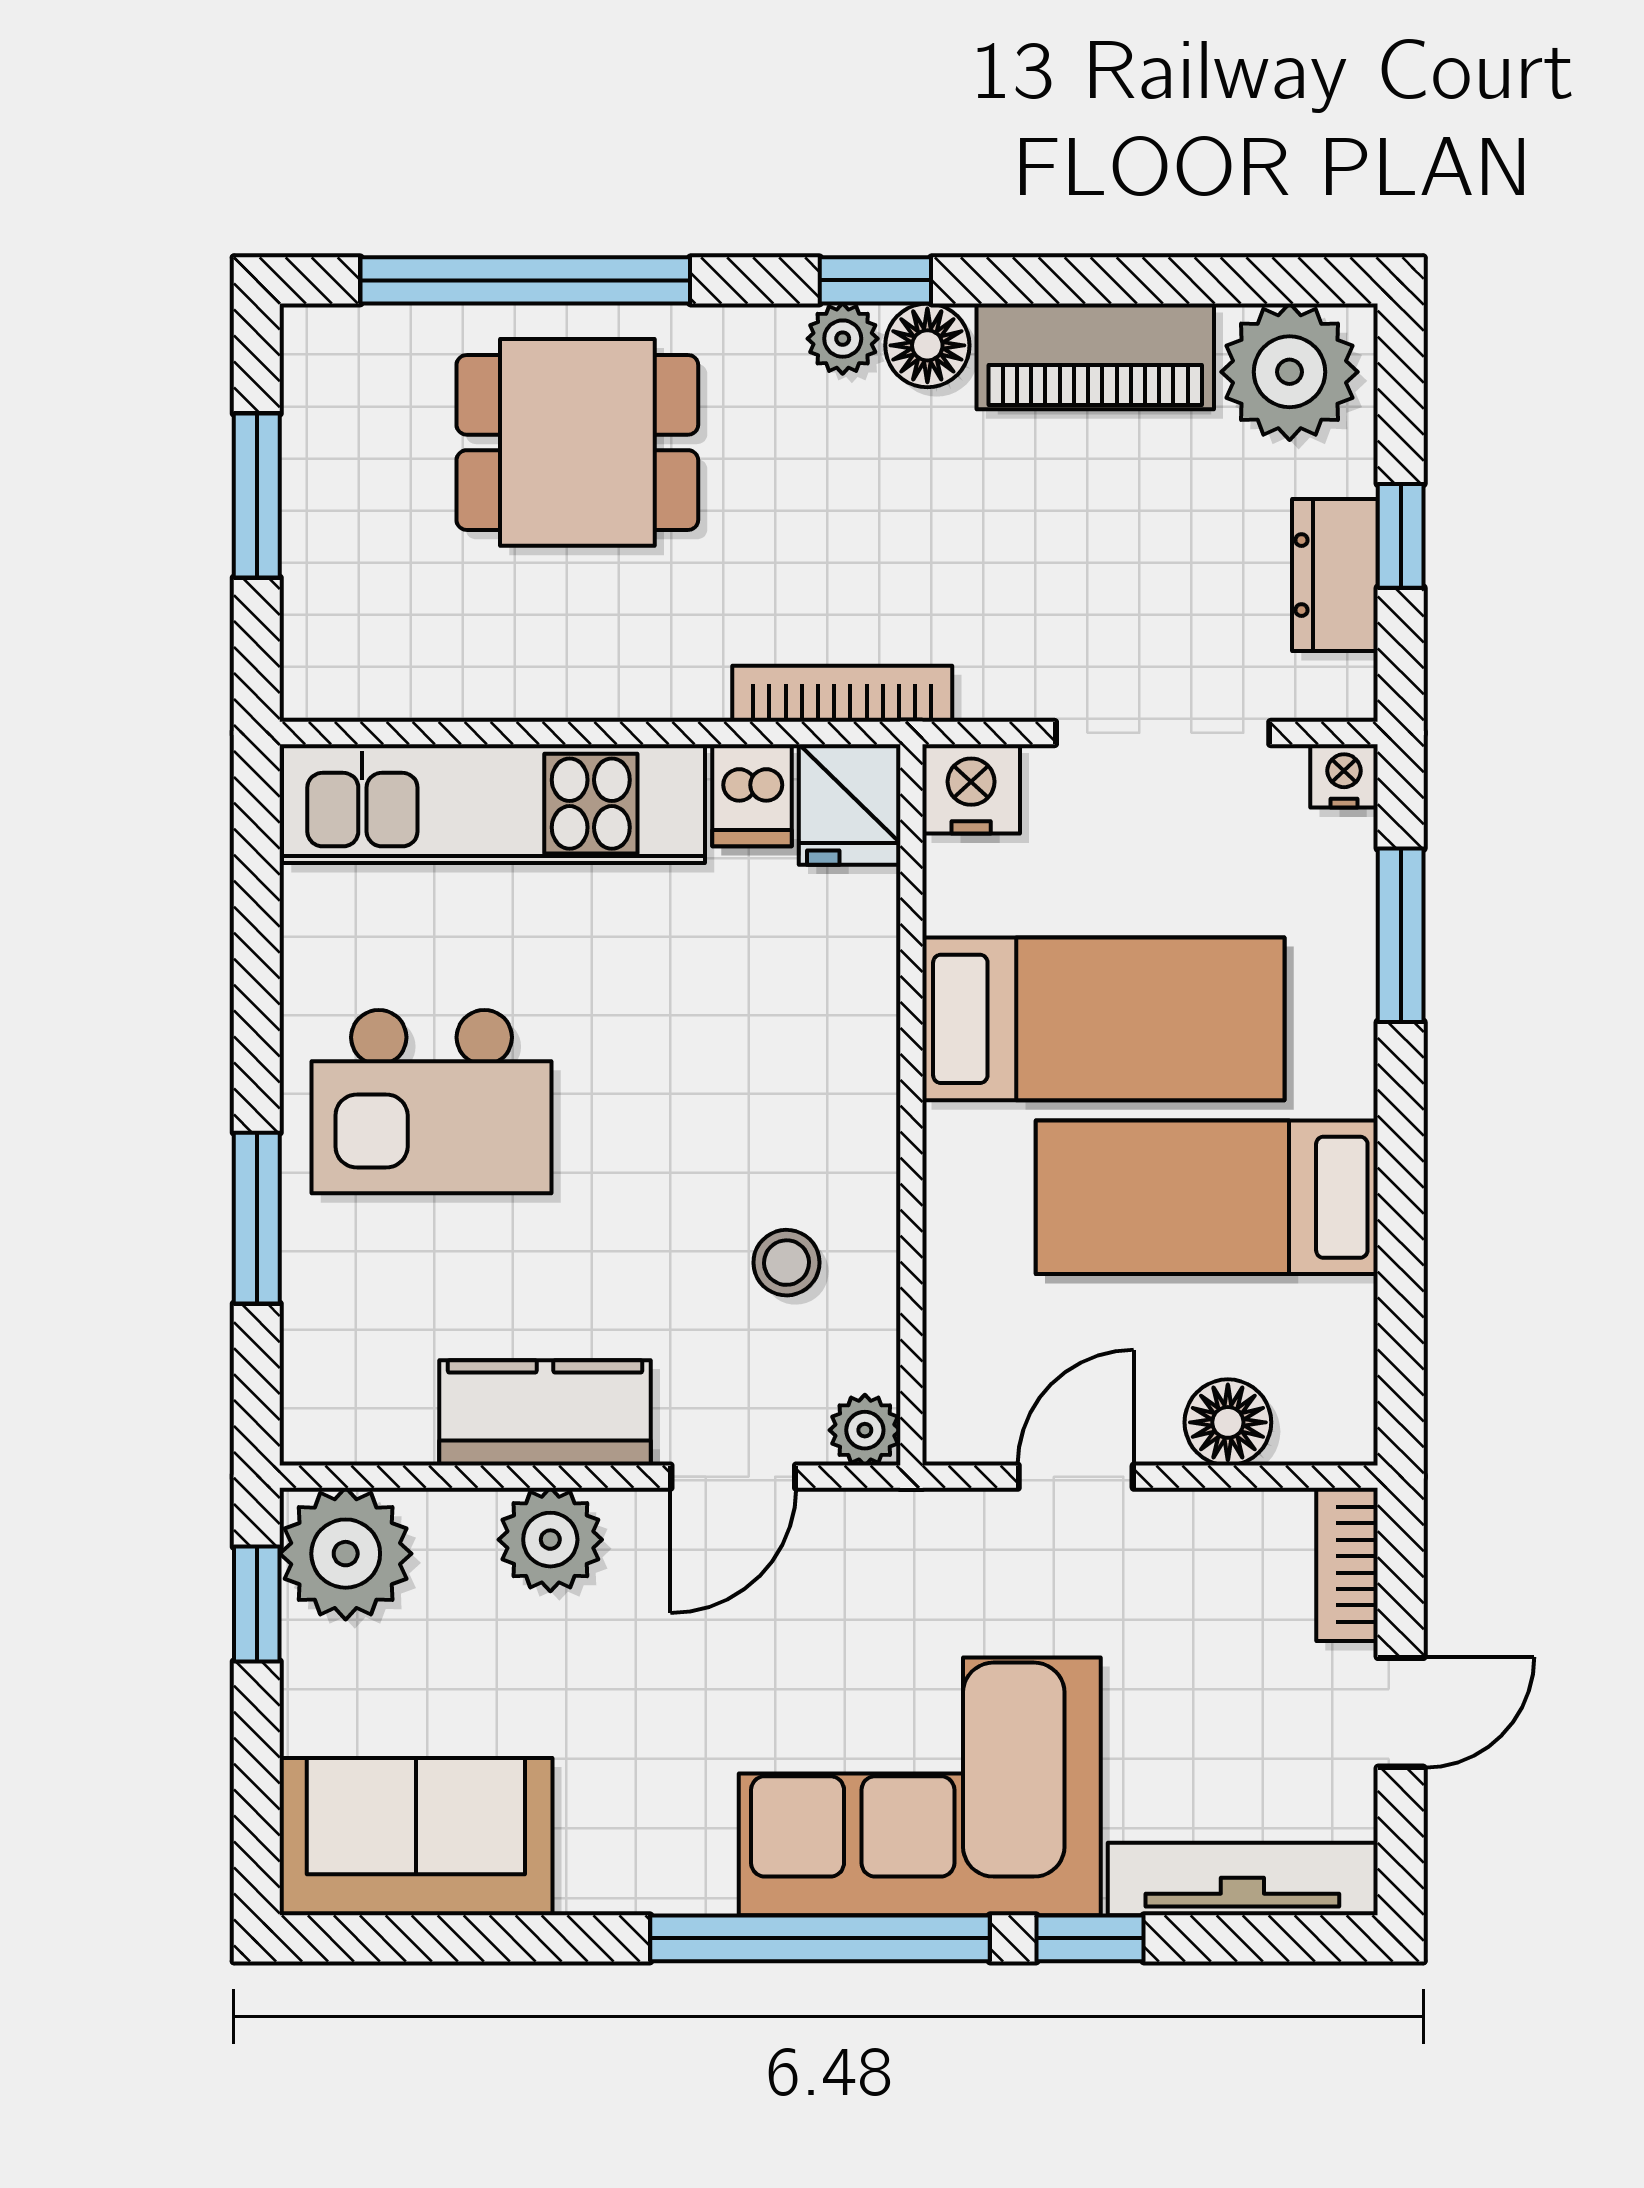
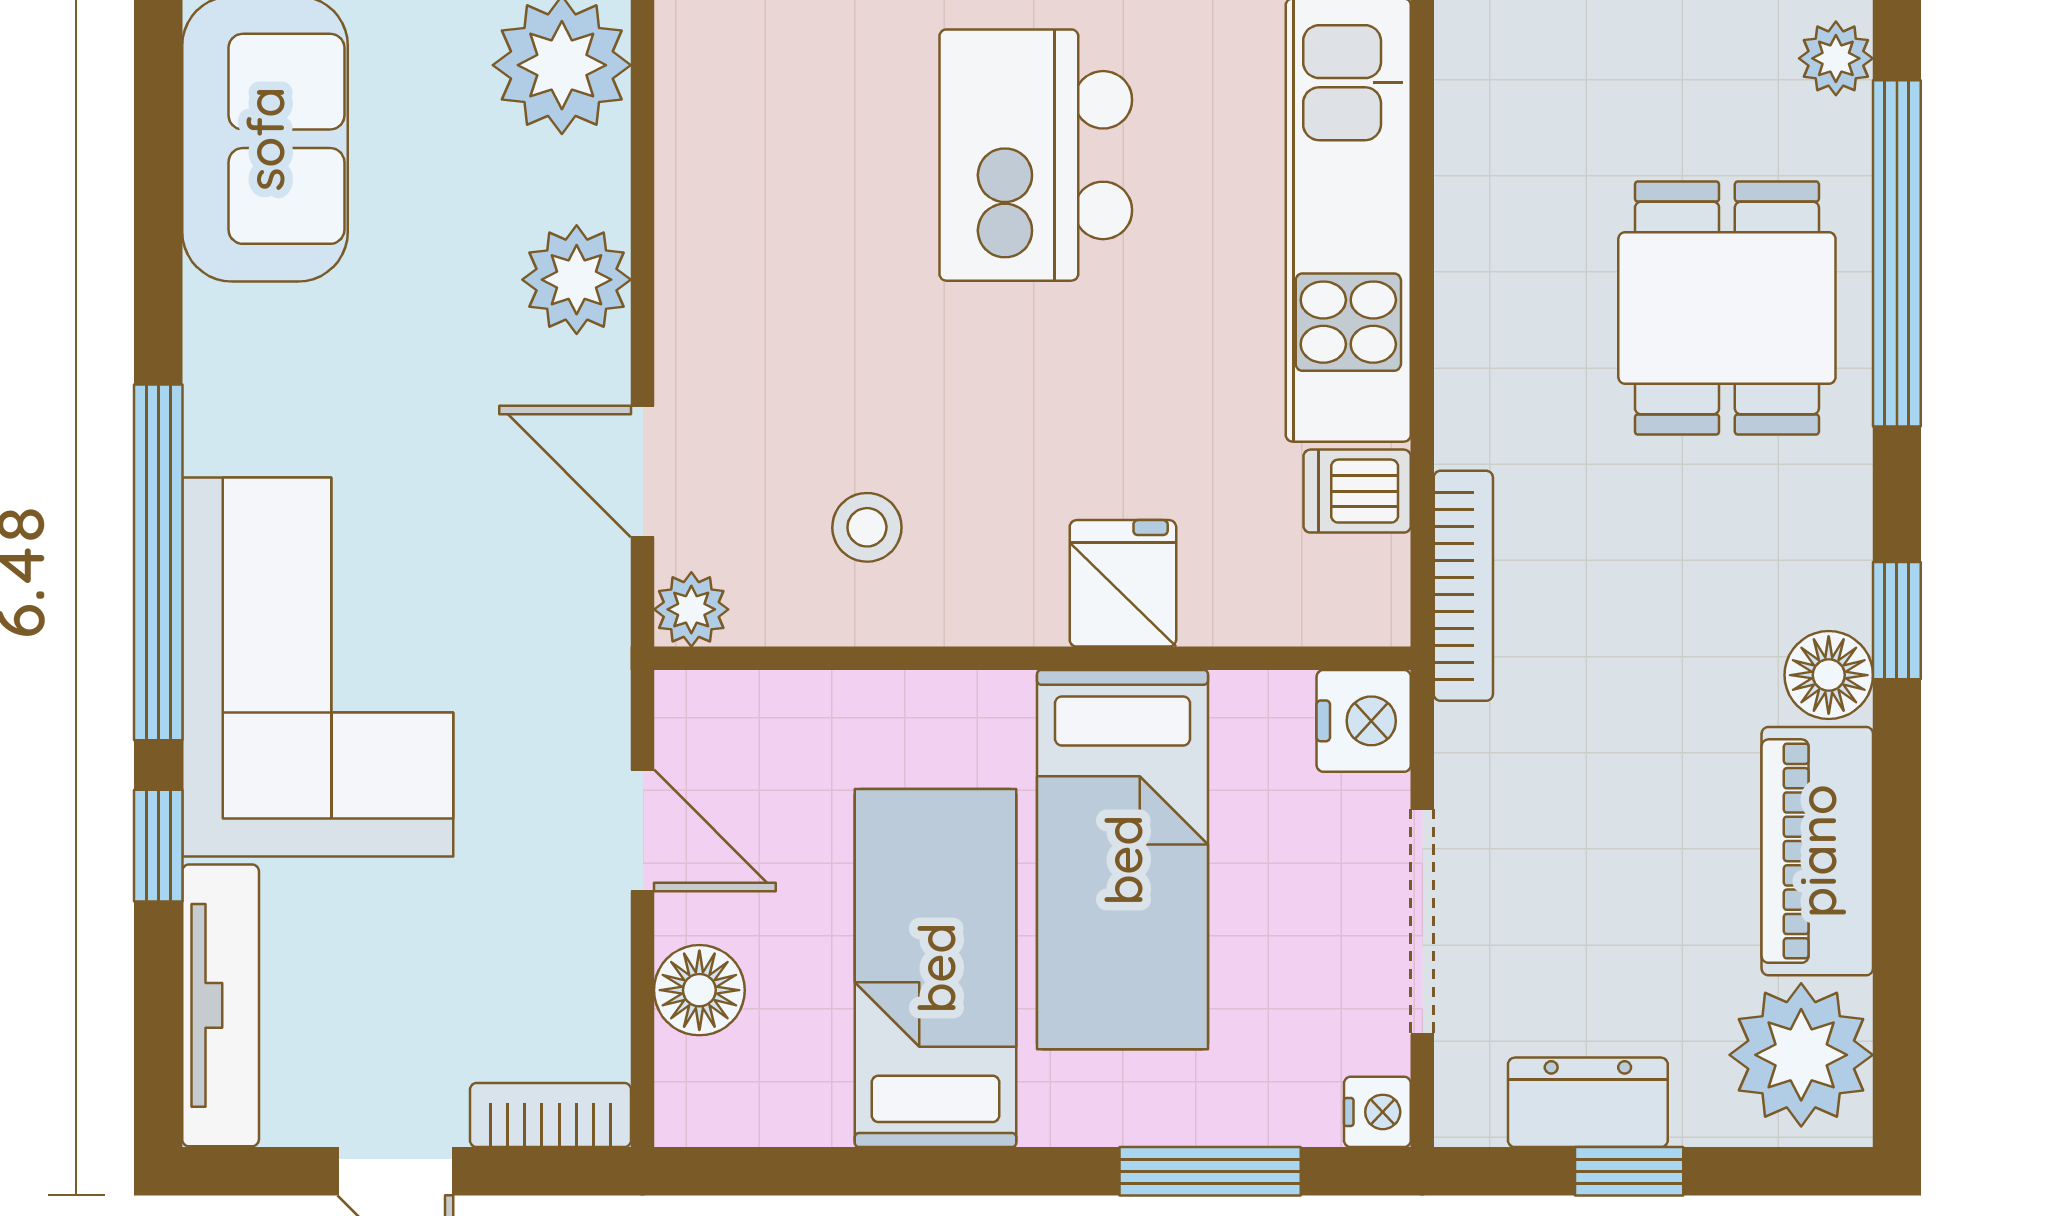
plant: (843, 339) -> (1836, 58), moved
fridge: (850, 804) -> (1123, 583), moved, turned 90
kitchen counter: (545, 1413) -> (709, 274), removed

